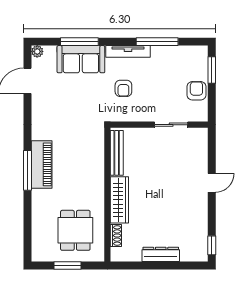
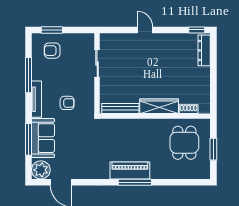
plant: (37, 51) -> (41, 170), width x1.88, depth x1.88
armchair: (196, 91) -> (52, 51), moved
dining table: (75, 230) -> (184, 143), turned 90
dresser: (161, 254) -> (204, 50), moved

